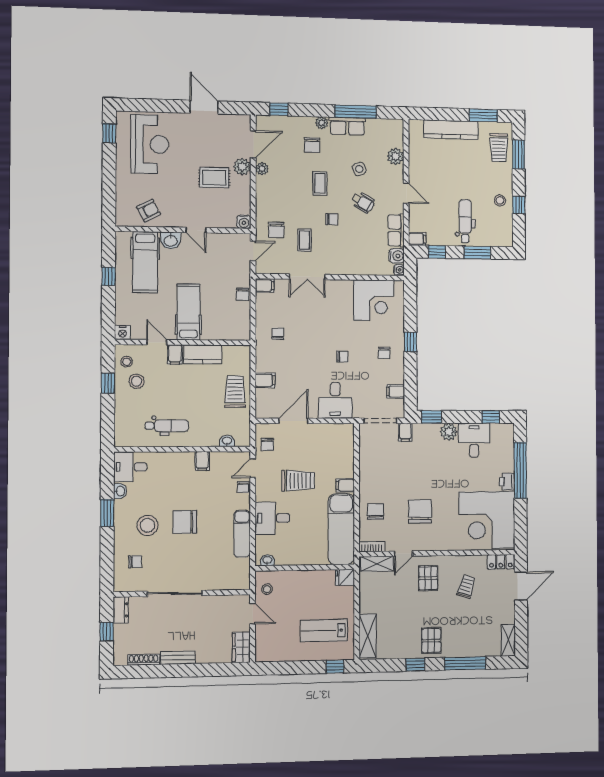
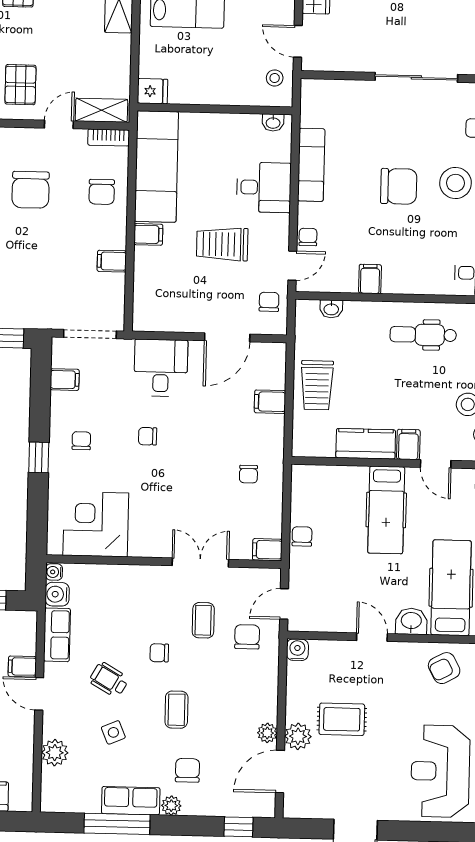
filing cabinet: (417, 239) -> (22, 666), moved
filing cabinet: (405, 432) -> (112, 261), moved, turned -90

